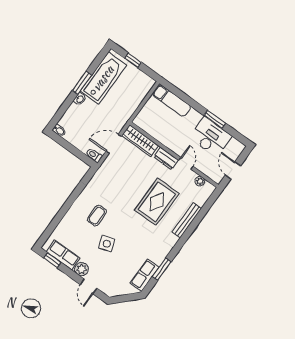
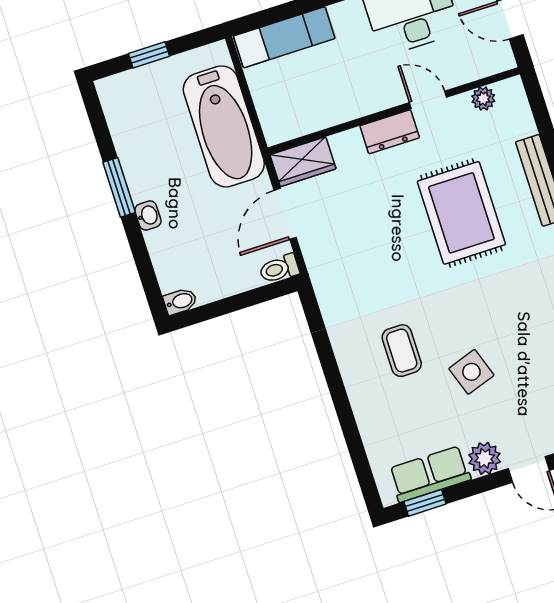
bathtub: (103, 78) -> (224, 126), moved, turned 180
wardrobe: (140, 141) -> (303, 162), width x0.67

